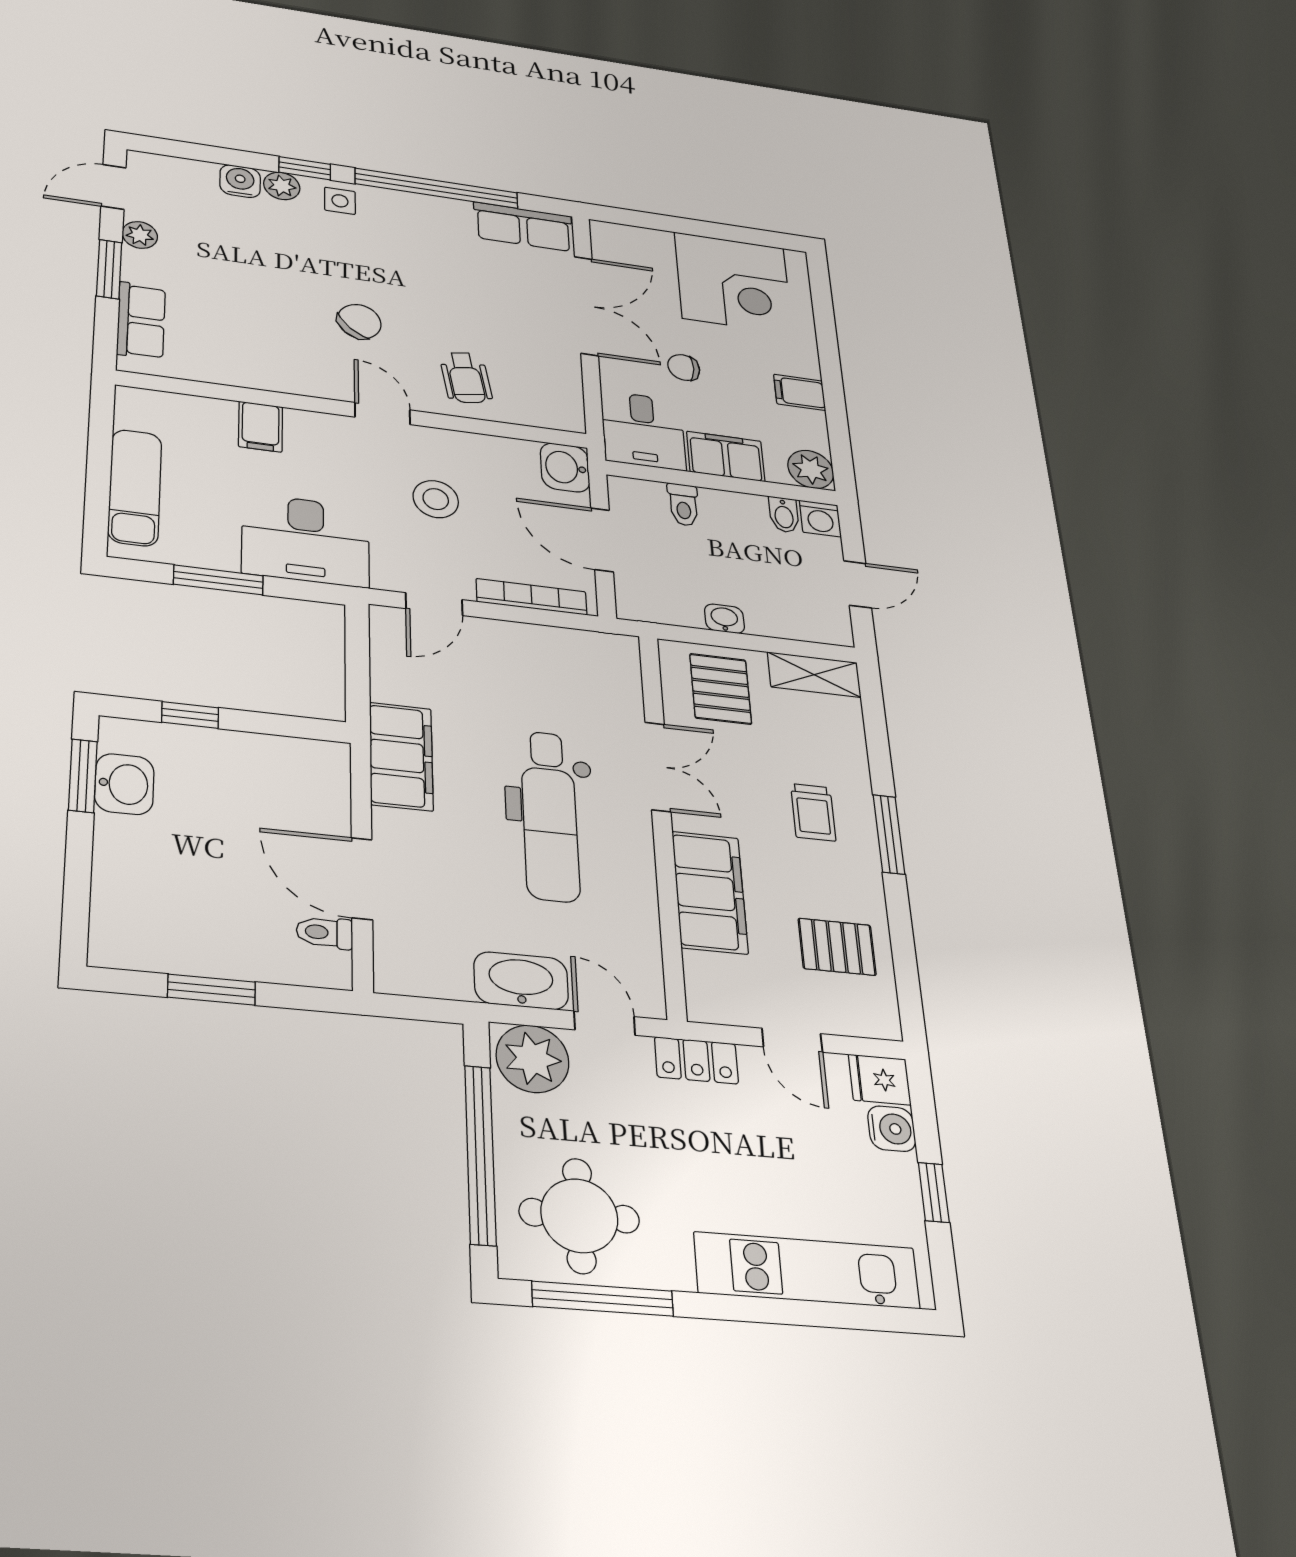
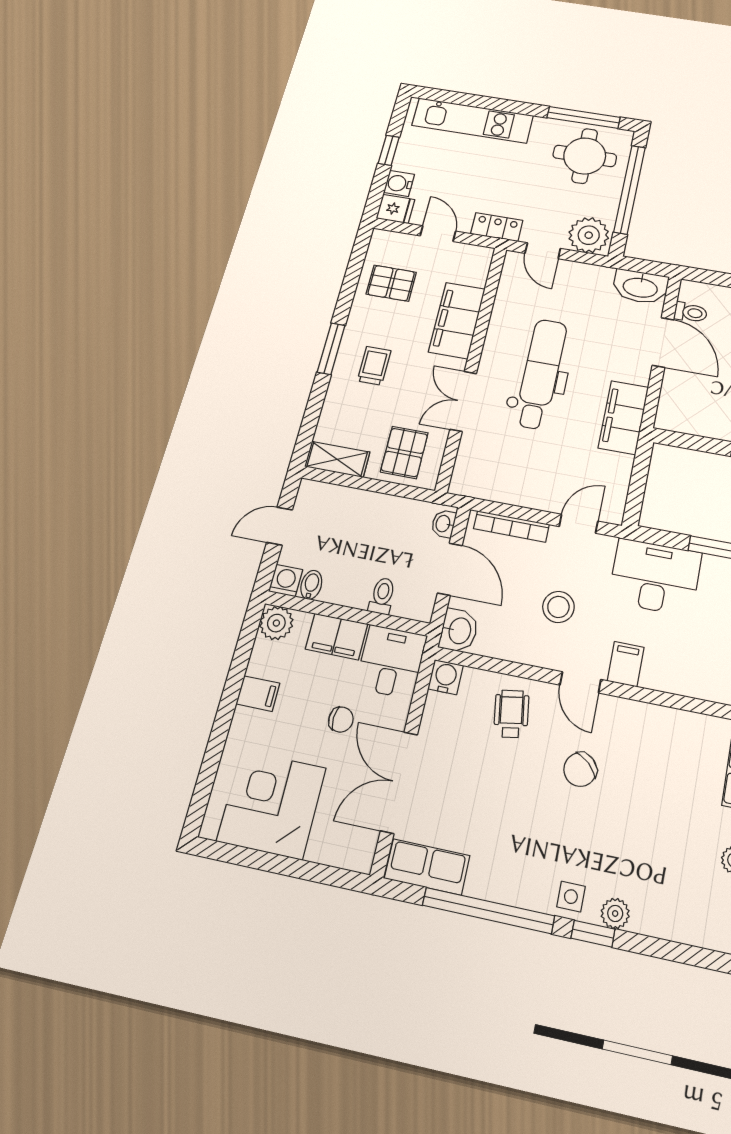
water cooler: (240, 181) -> (446, 677), moved, turned 180
filing cabinet: (261, 427) -> (626, 664), moved
washbasin: (724, 619) -> (444, 524), moved, turned 90
washbasin: (521, 981) -> (640, 287), moved

